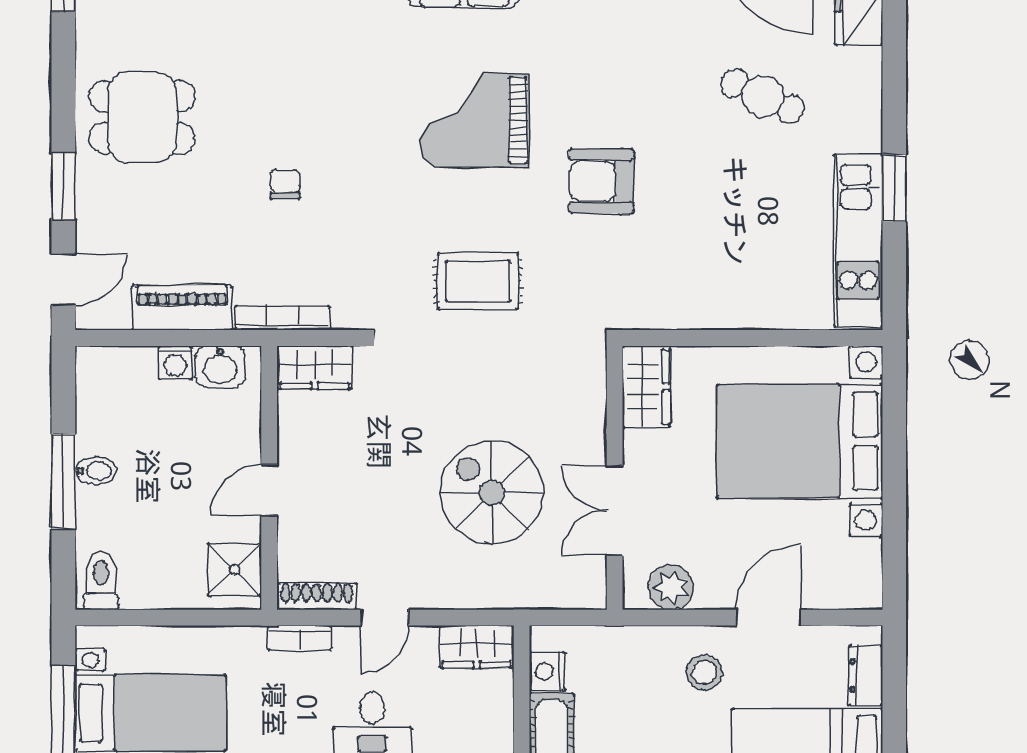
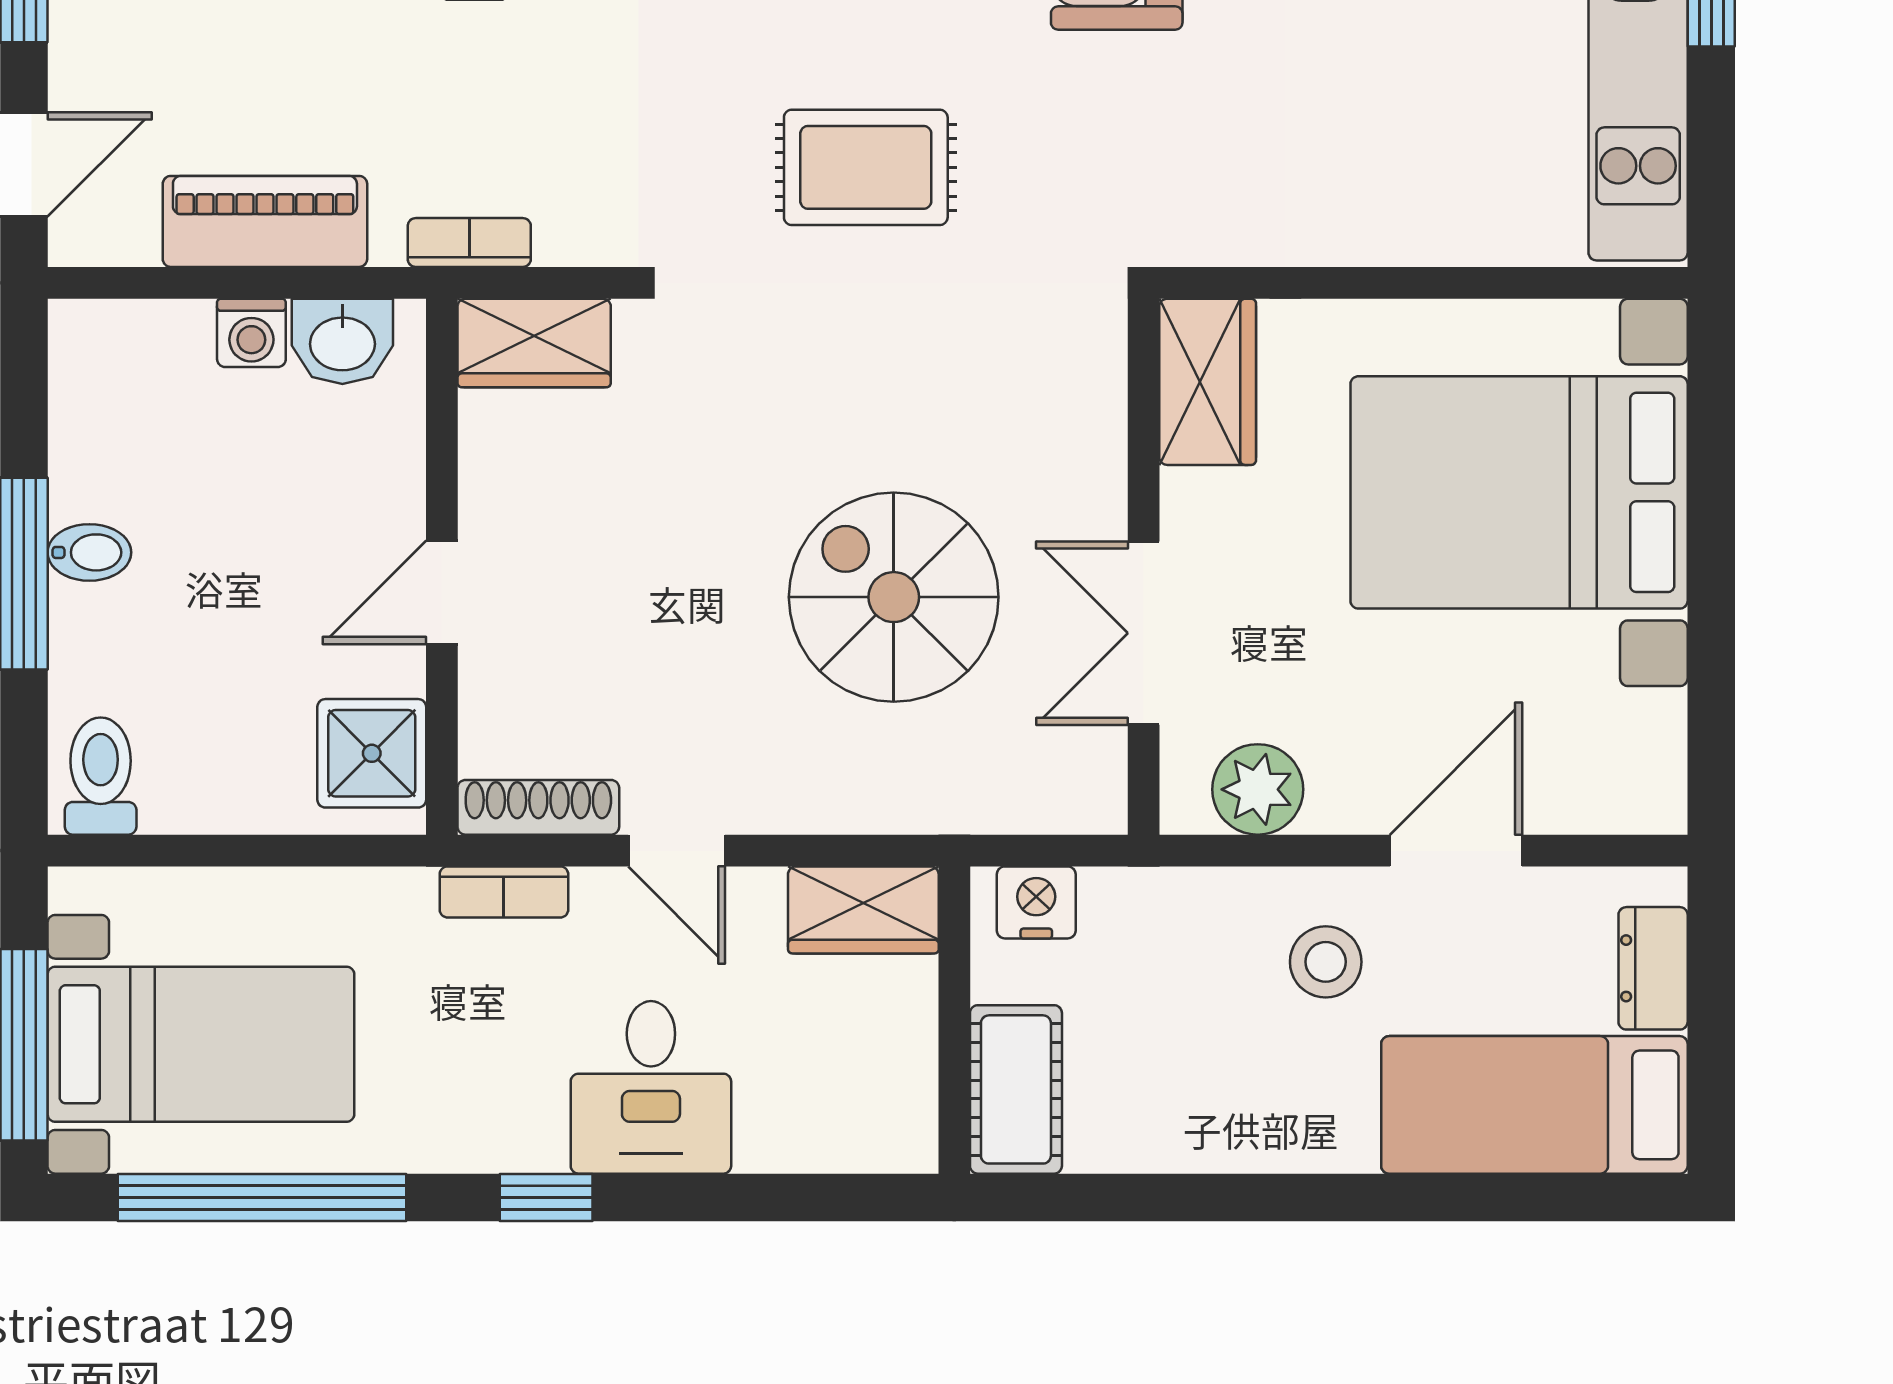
bookcase: (283, 318) -> (469, 243), width x0.64
door: (385, 618) -> (677, 851), hinge flipped
nightstand: (547, 671) -> (1036, 902), moved, turned 90

